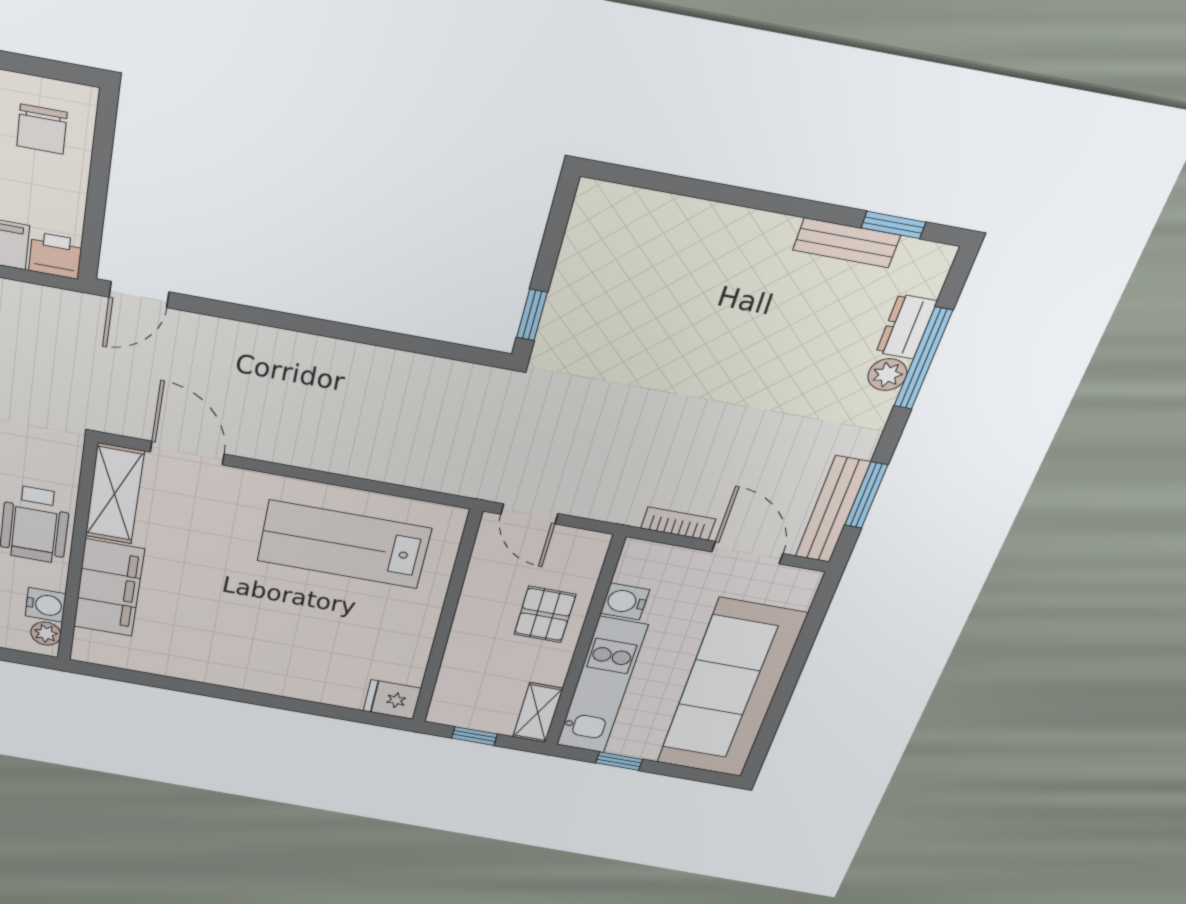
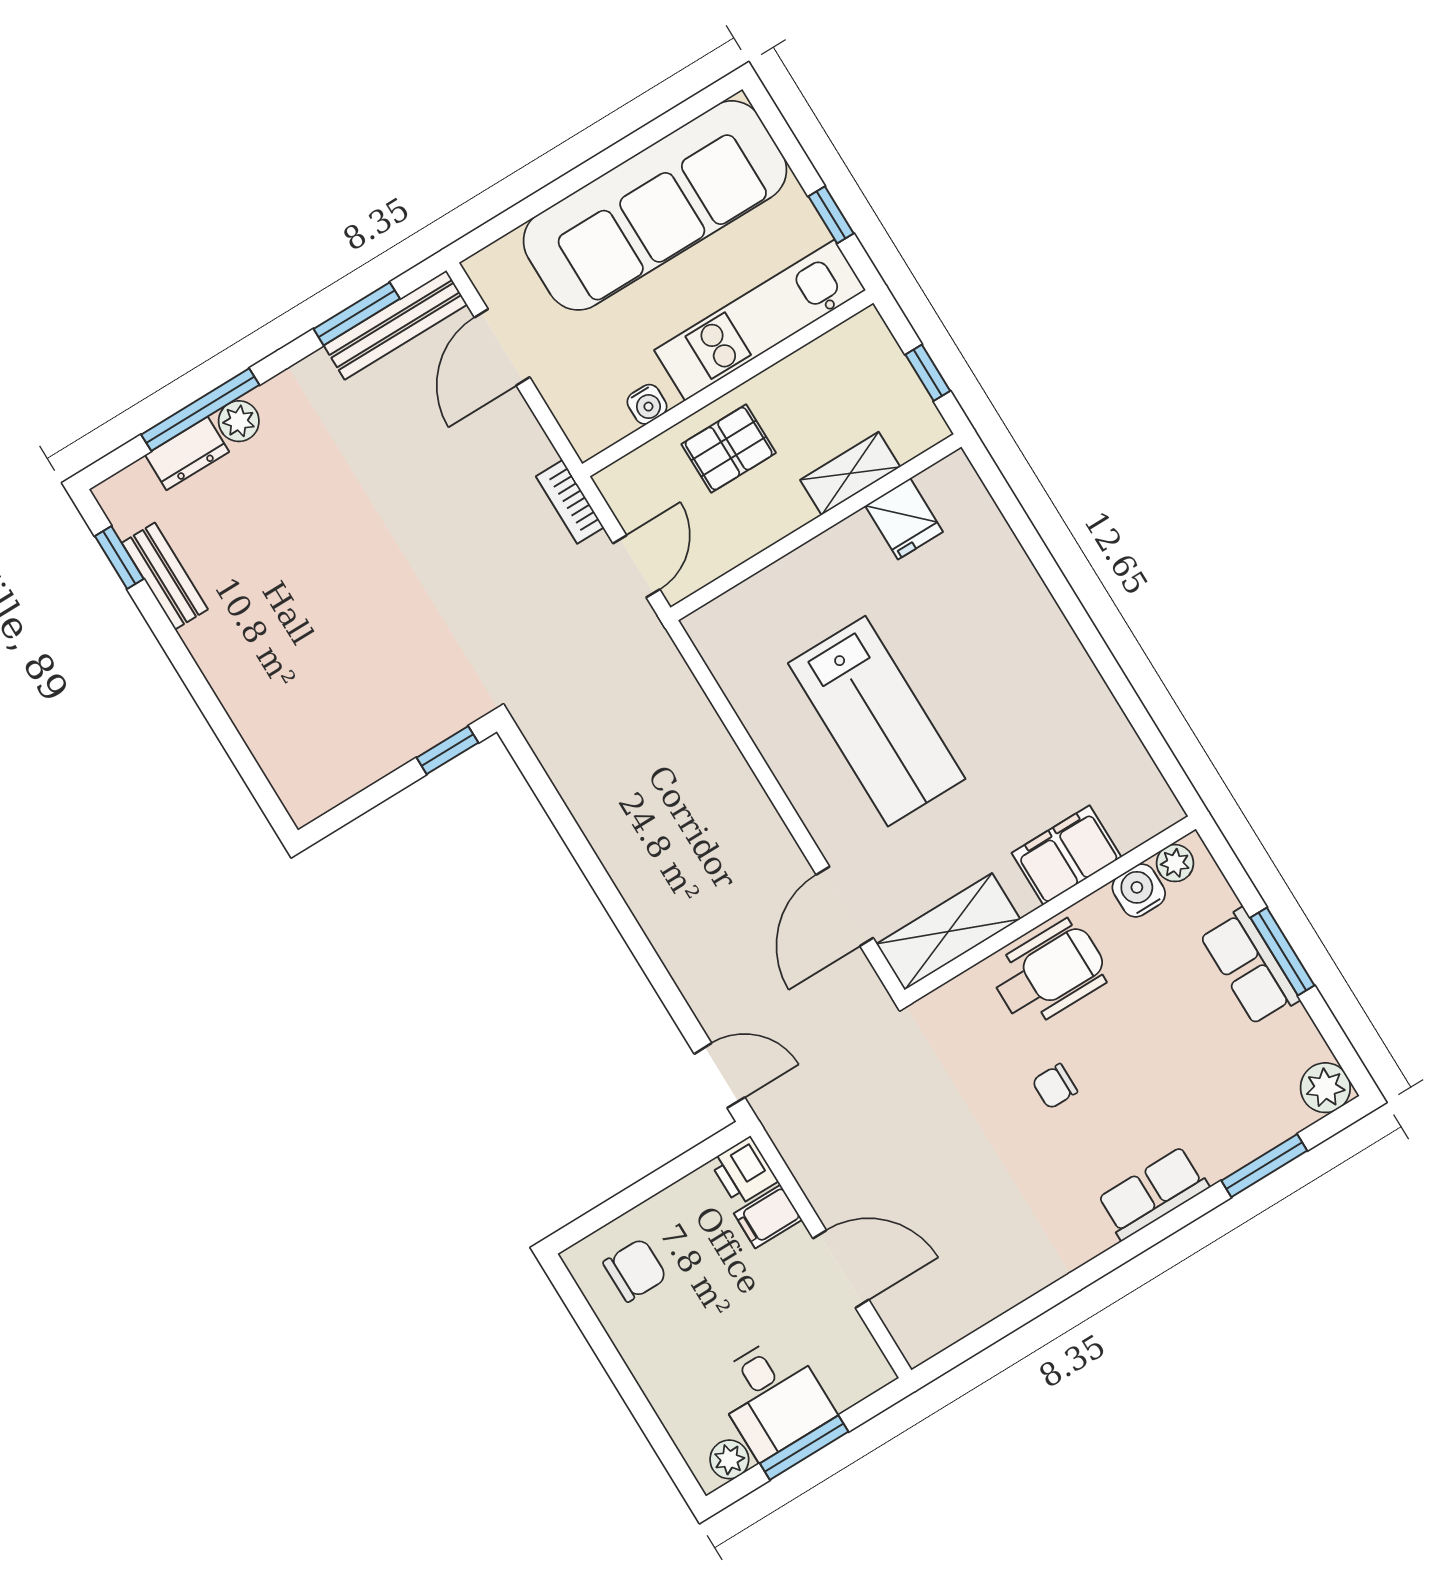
bookcase: (678, 524) -> (570, 502), moved
lab bench: (344, 545) -> (877, 721), moved
filing cabinet: (109, 588) -> (1066, 855), width x0.67, depth x0.86
water cooler: (625, 602) -> (647, 404), width x0.72, depth x0.72
fridge: (392, 700) -> (904, 519), moved
shelving: (538, 713) -> (850, 473), moved

